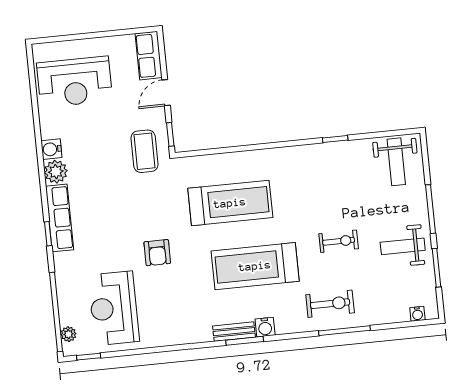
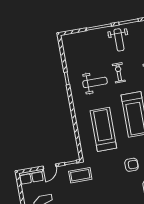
door: (166, 93) -> (50, 166), hinge flipped
weight bench: (396, 162) -> (95, 82), moved

